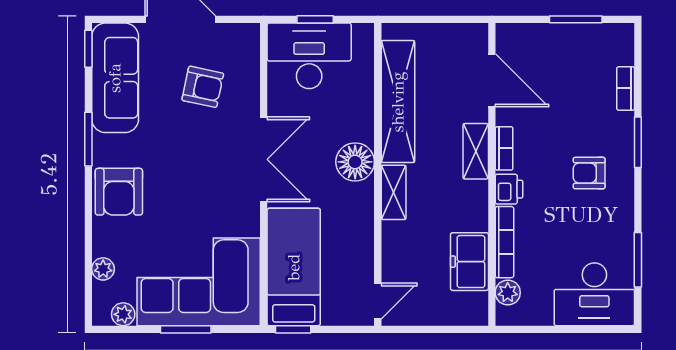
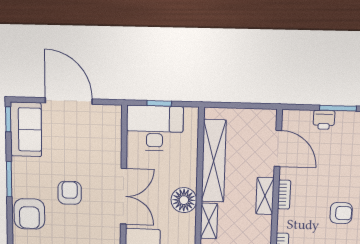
sofa: (115, 78) -> (26, 129), width x0.73
armchair: (203, 87) -> (70, 193), moved, turned -102
armchair: (589, 173) -> (341, 213), turned 180
printer: (509, 189) -> (324, 120), moved, turned 90

